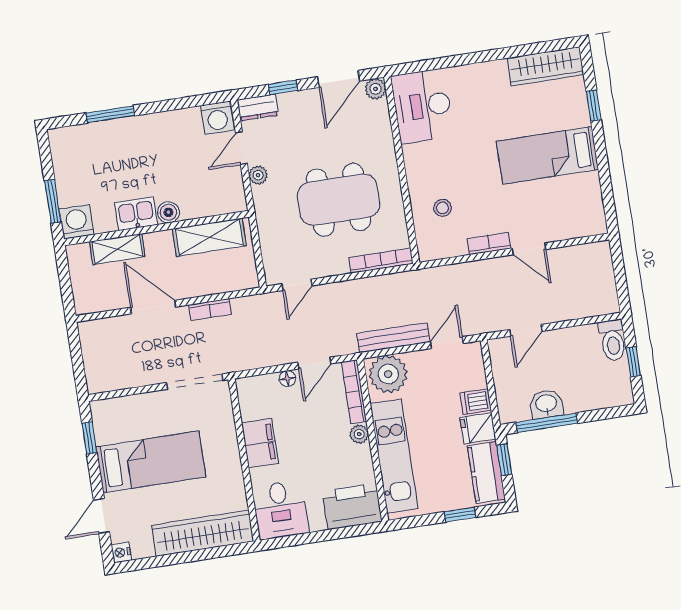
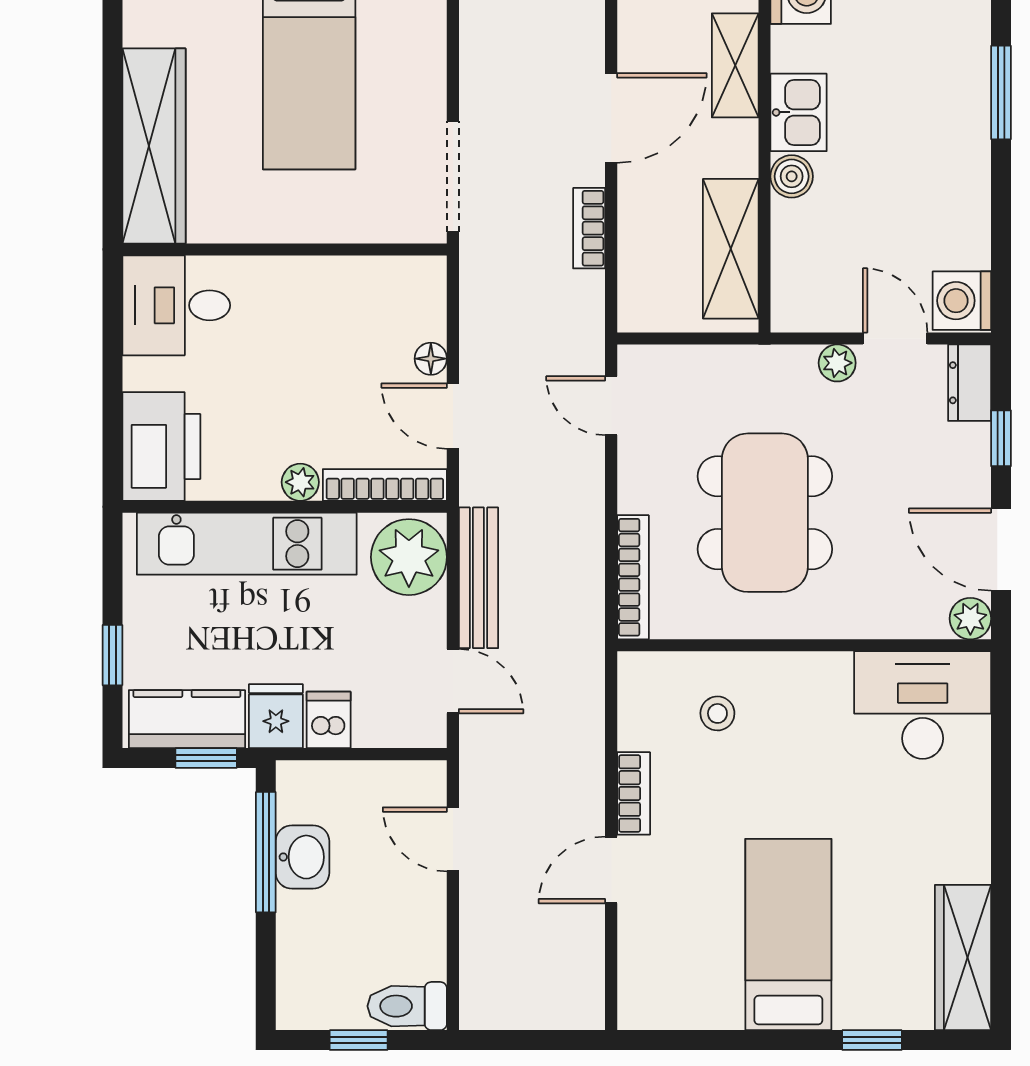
filing cabinet: (260, 443) -> (313, 285), removed

